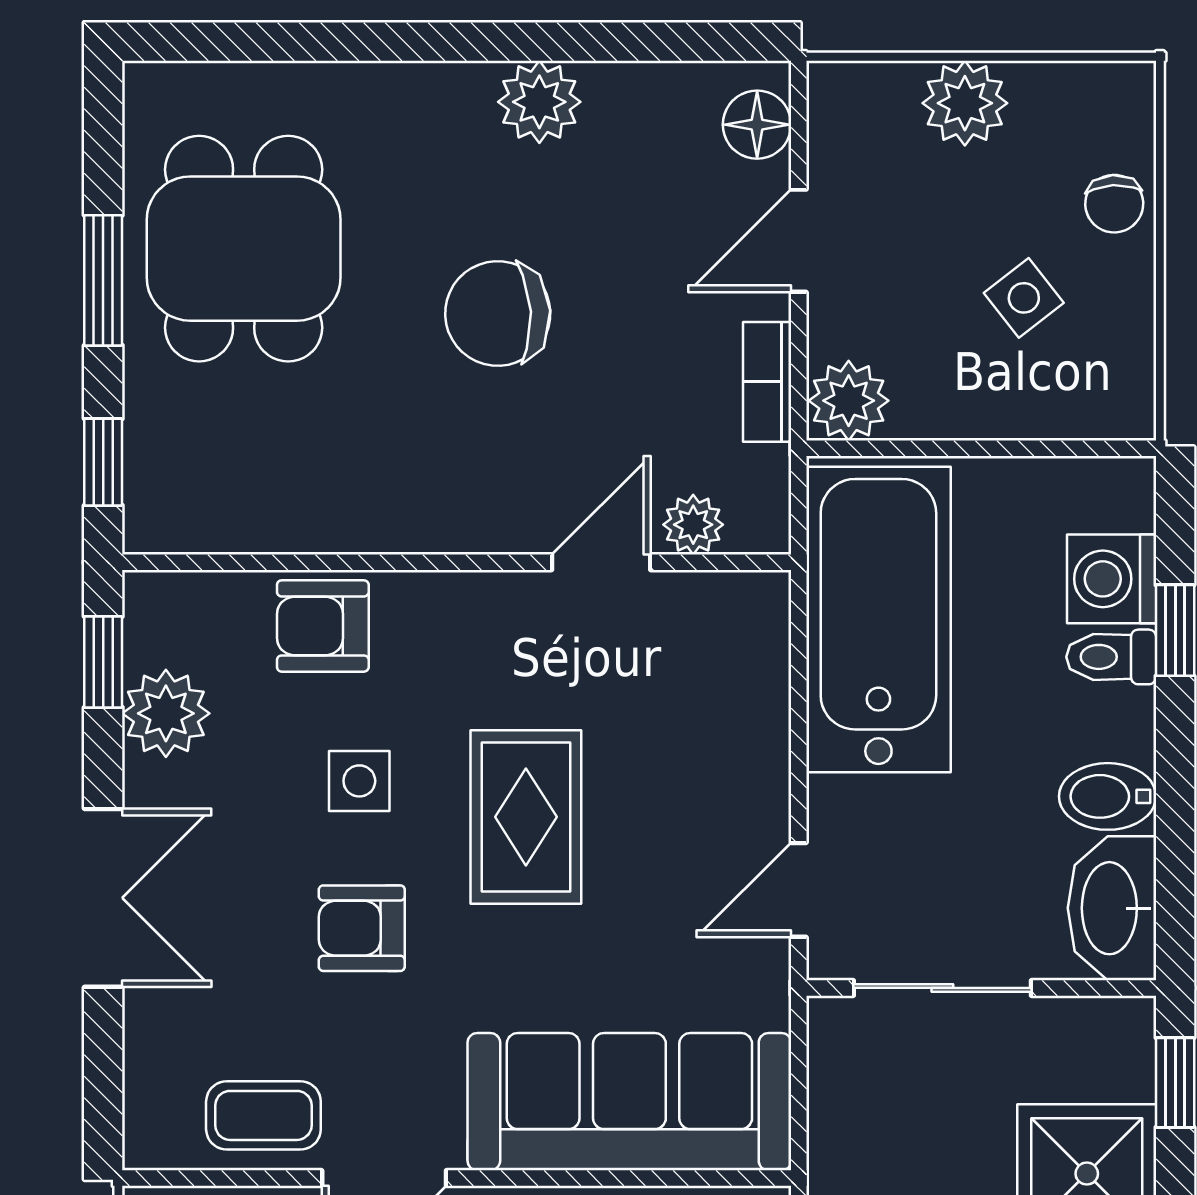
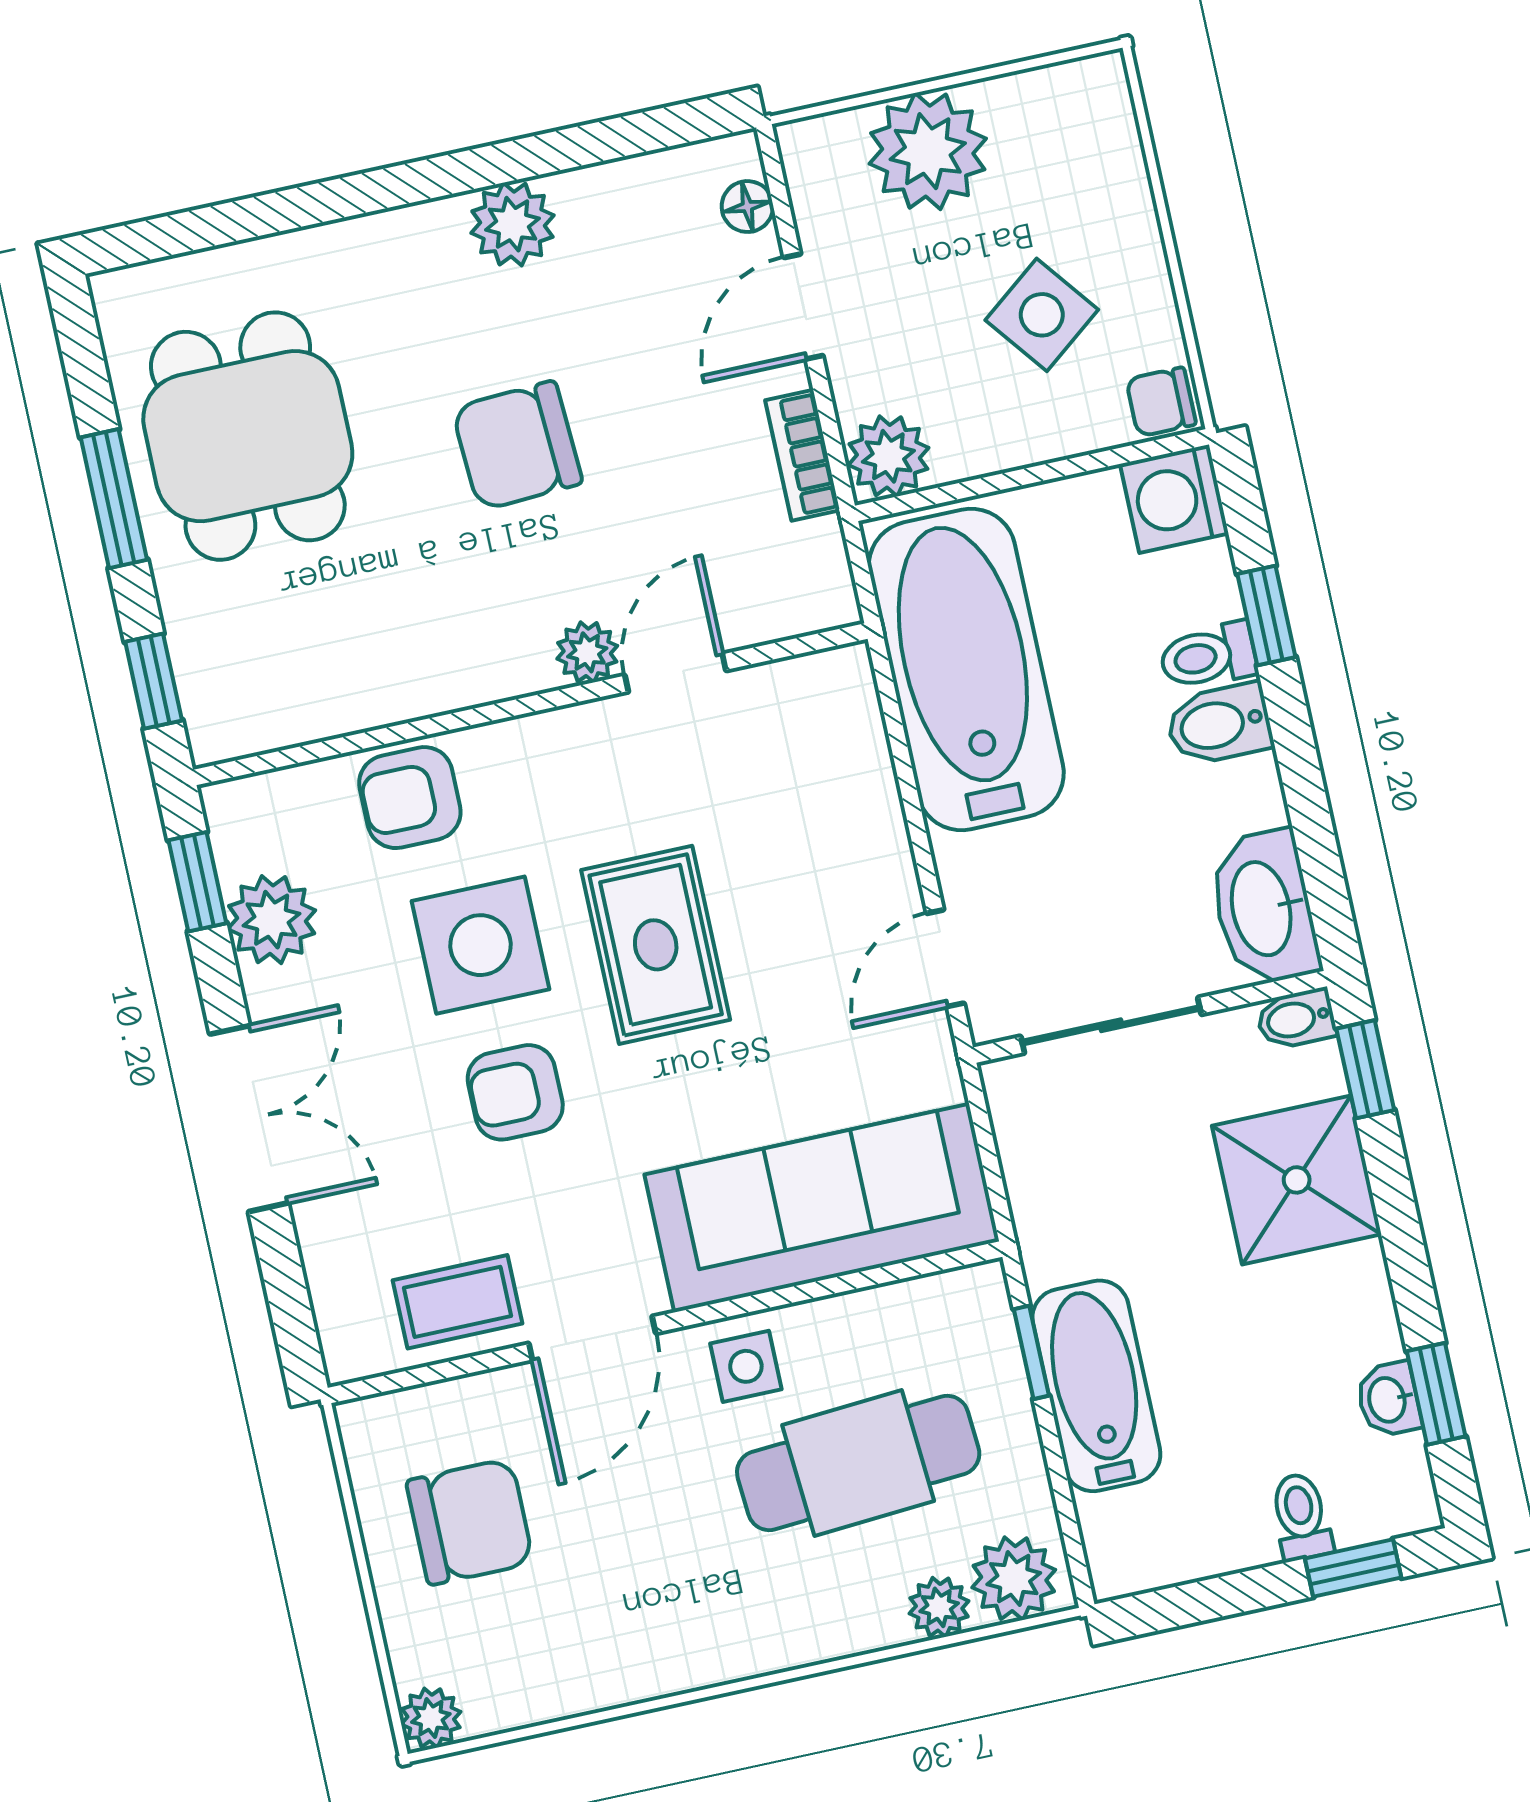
plant: (965, 103) -> (928, 151), width x1.36, depth x1.36
floor lamp: (757, 125) -> (747, 207), width x0.73, depth x0.73
chair: (1114, 204) -> (1161, 402), moved, turned 93
side table: (1024, 298) -> (1042, 315), width x1.37, depth x1.37
plant: (693, 525) -> (587, 652), moved
washing machine: (1112, 579) -> (1174, 499), moved
side table: (359, 781) -> (480, 945), width x1.87, depth x1.87
bidet: (1108, 796) -> (1219, 724), moved
bidet: (1120, 1020) -> (1296, 1019), added

